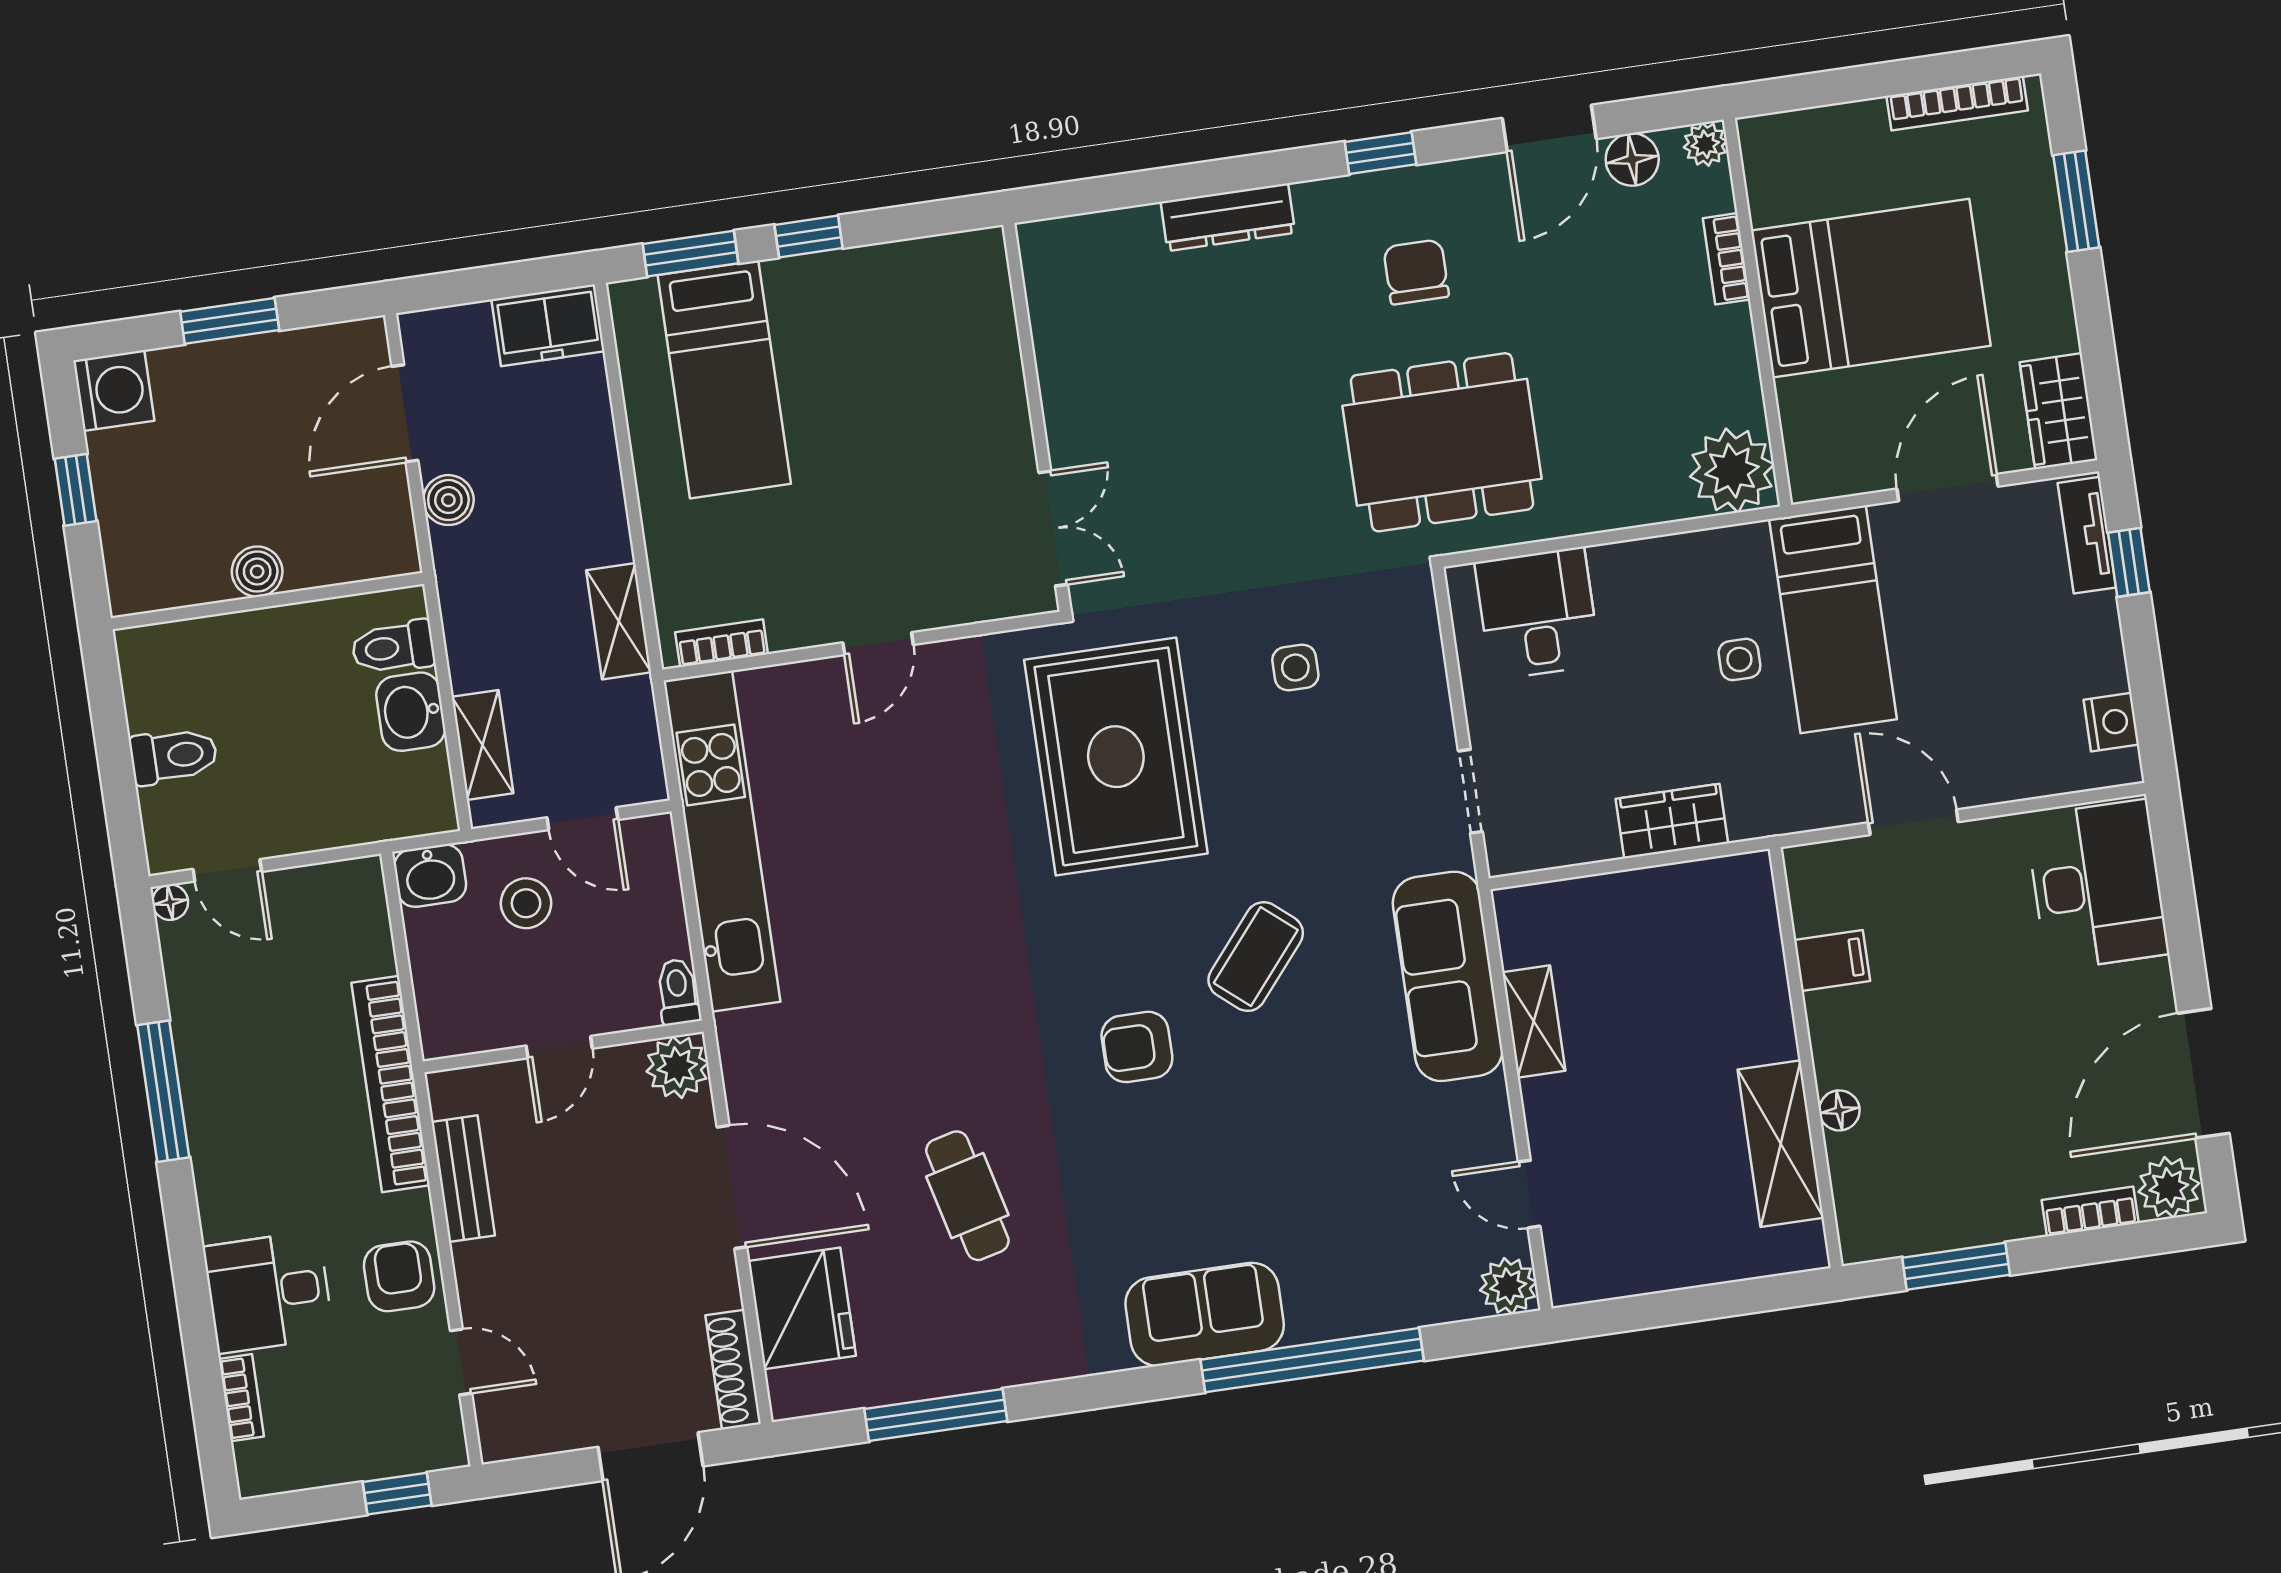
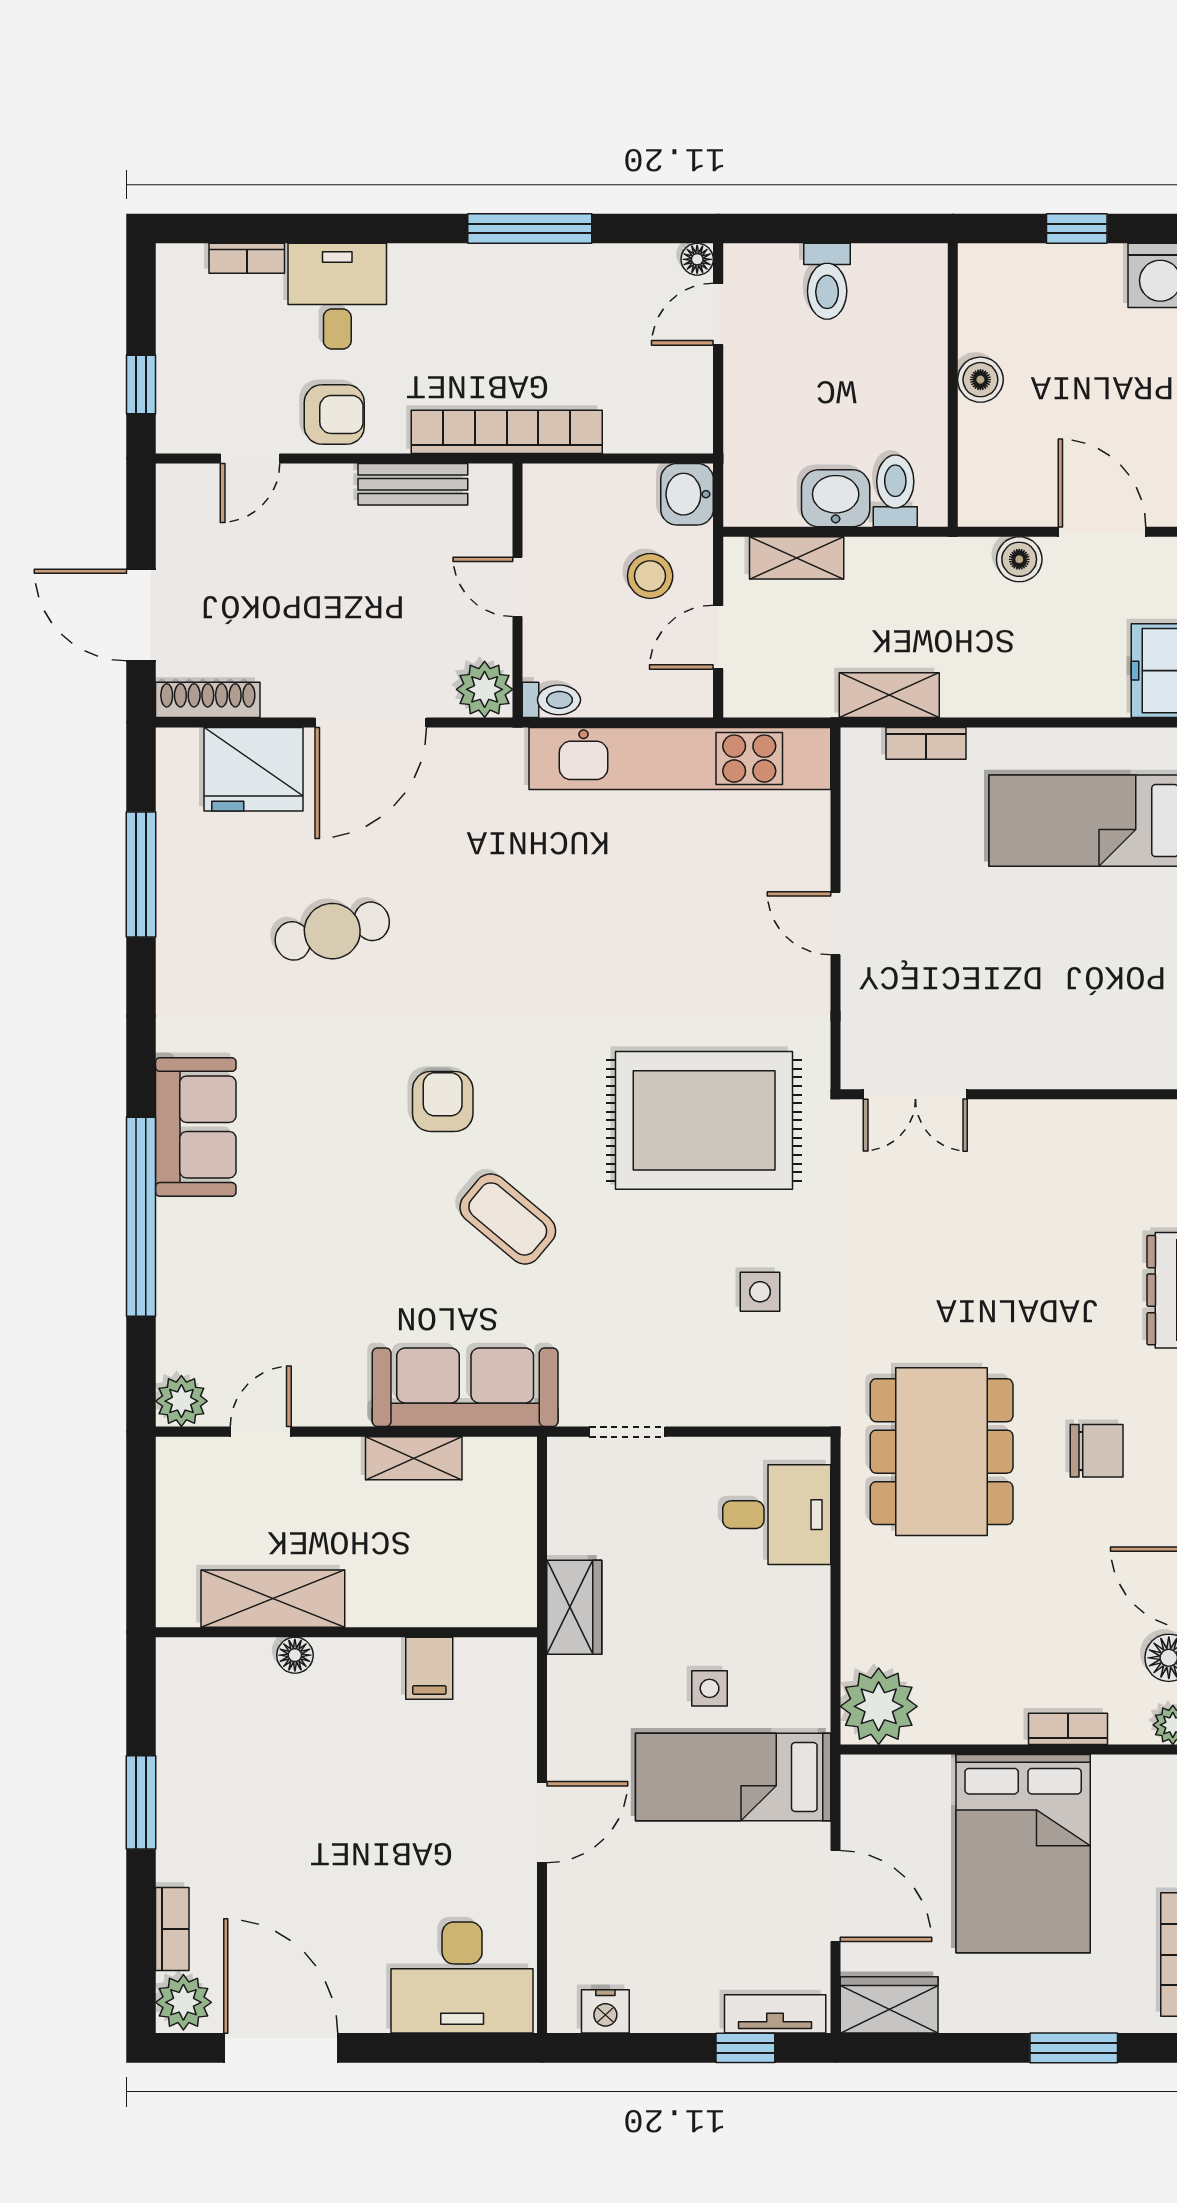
bookcase: (722, 643) -> (926, 743), moved, turned 90
filing cabinet: (1832, 961) -> (429, 1668), moved
wall: (1806, 1057) -> (346, 1632), moved
floor lamp: (1839, 1110) -> (295, 1655), moved
shelving: (1781, 1144) -> (273, 1599), moved

